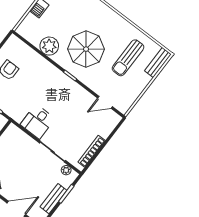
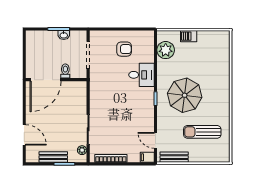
plant: (49, 46) -> (166, 50), moved
bench: (158, 63) -> (174, 157), moved
filing cabinet: (114, 120) -> (147, 157), added
desk: (38, 122) -> (141, 75), moved, turned 180

